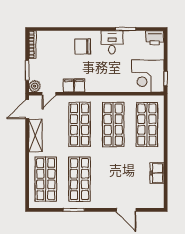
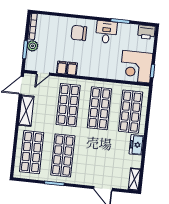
plant: (35, 86) -> (33, 46), moved
freezer: (157, 173) -> (137, 145), moved
shelving: (159, 196) -> (134, 179), added

